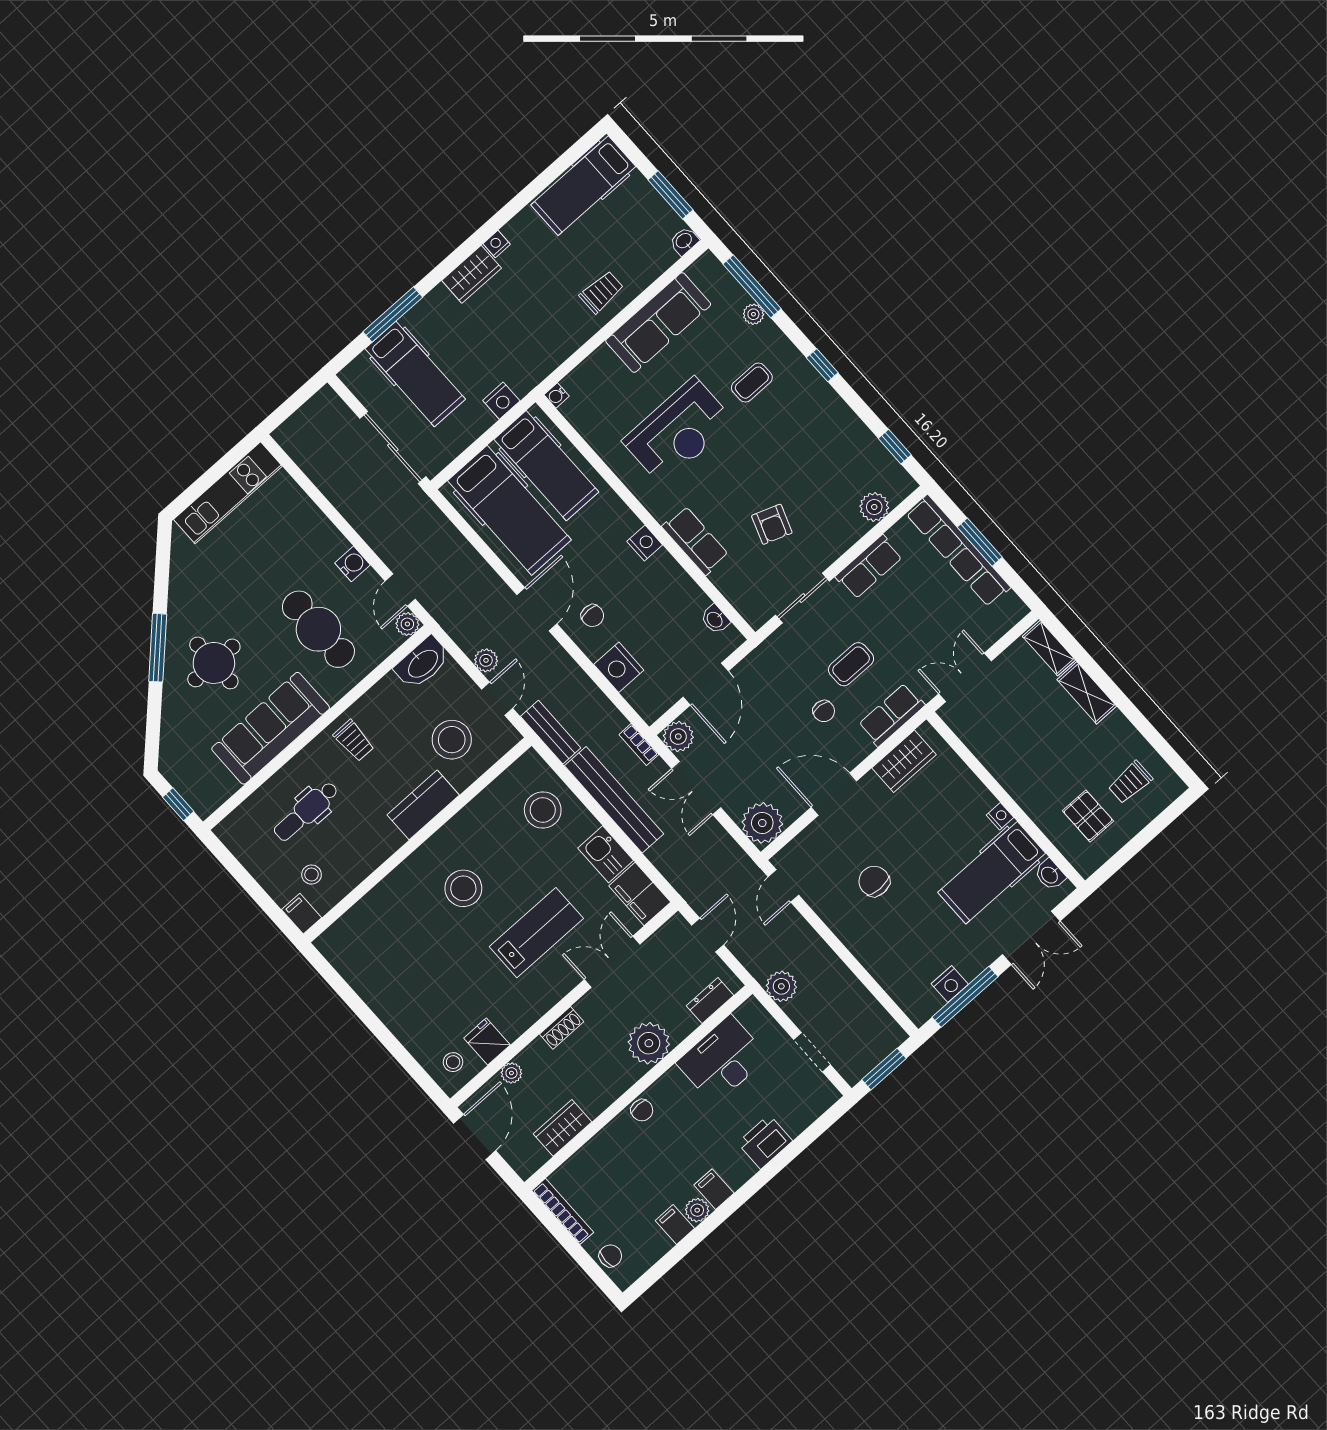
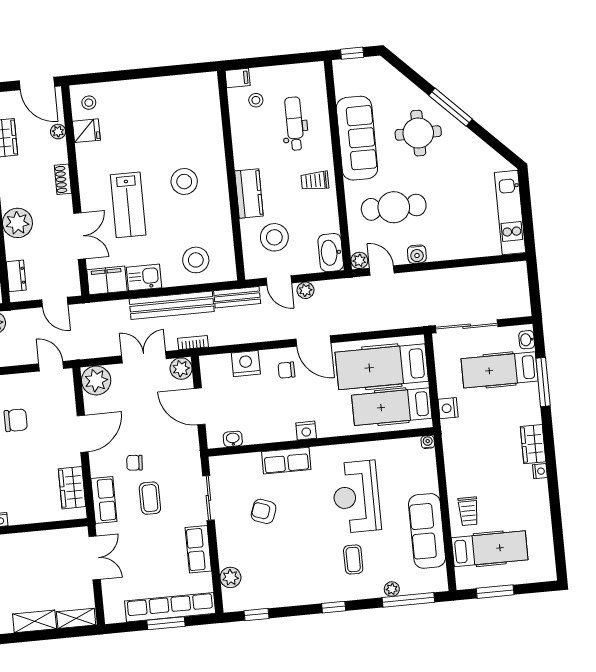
hospital bed: (583, 186) -> (490, 549), moved, turned 90
washbasin: (684, 241) -> (527, 340), moved, turned 180

